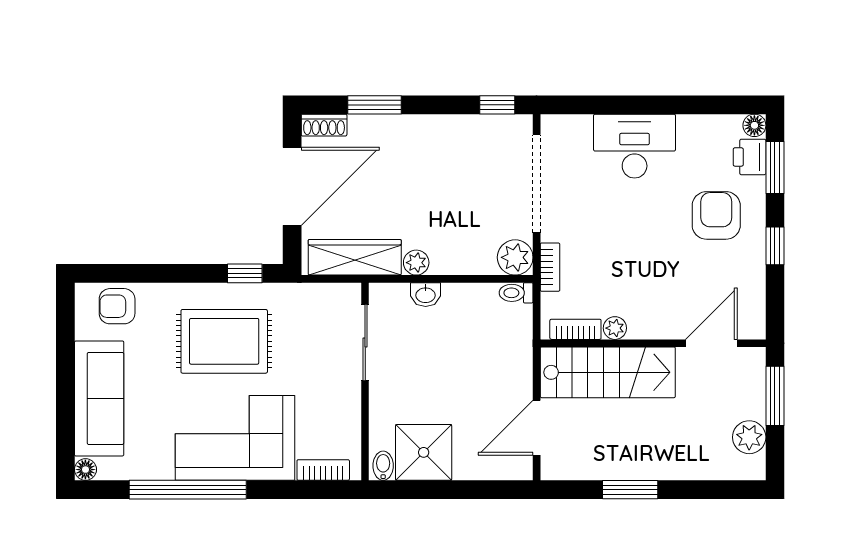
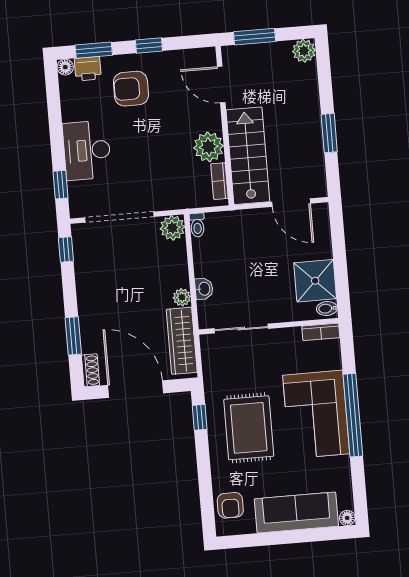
window: (589, 105) -> (61, 185), added
bookcase: (550, 267) -> (177, 203), removed
plant: (615, 328) -> (209, 147), width x1.87, depth x1.87
plant: (749, 437) -> (304, 51), moved
bookcase: (323, 470) -> (321, 332), moved, turned -90
window: (188, 490) -> (353, 415), moved

